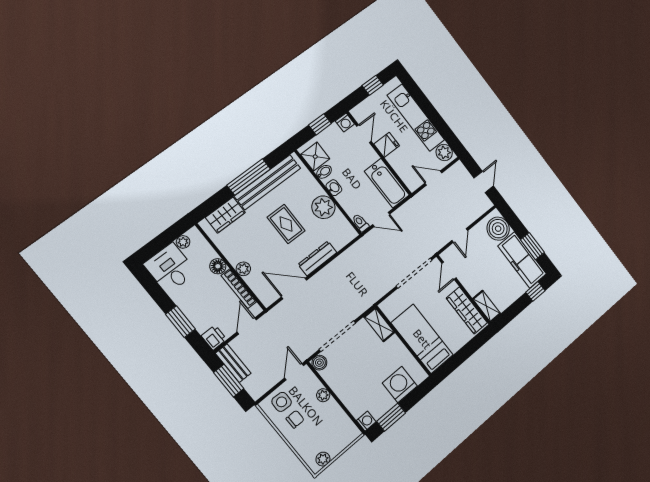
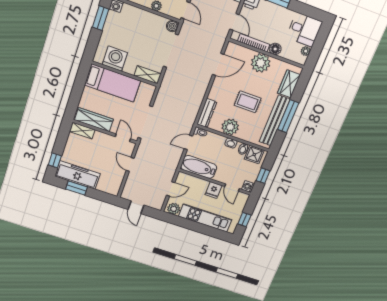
boiler: (498, 229) -> (107, 185), removed
dresser: (317, 258) -> (207, 113), moved
plant: (243, 269) -> (261, 63), width x1.87, depth x1.87
washing machine: (400, 384) -> (115, 59), moved, turned -90

